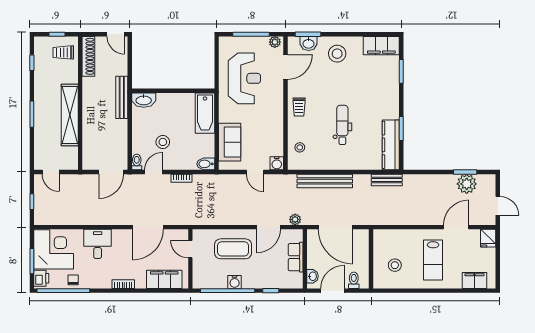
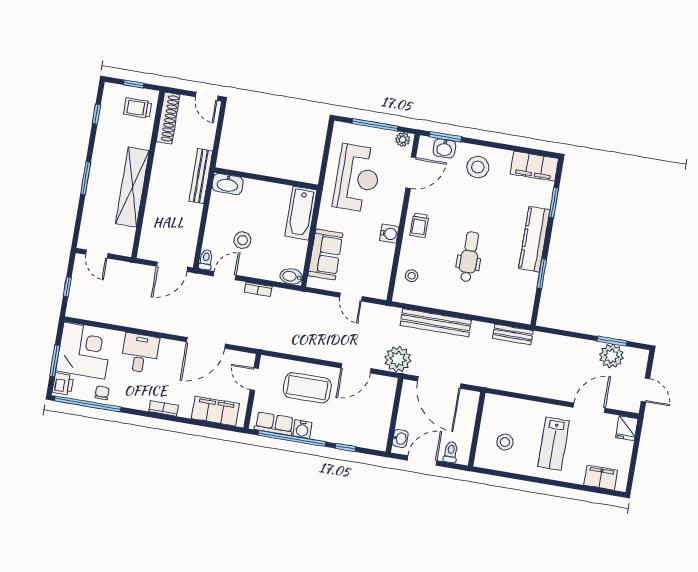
kitchen counter: (391, 145) -> (534, 239), moved
water cooler: (277, 163) -> (389, 234), moved, turned -90
plant: (295, 219) -> (398, 359), width x1.87, depth x1.87
row of seats: (296, 257) -> (274, 424), moved, turned 90

